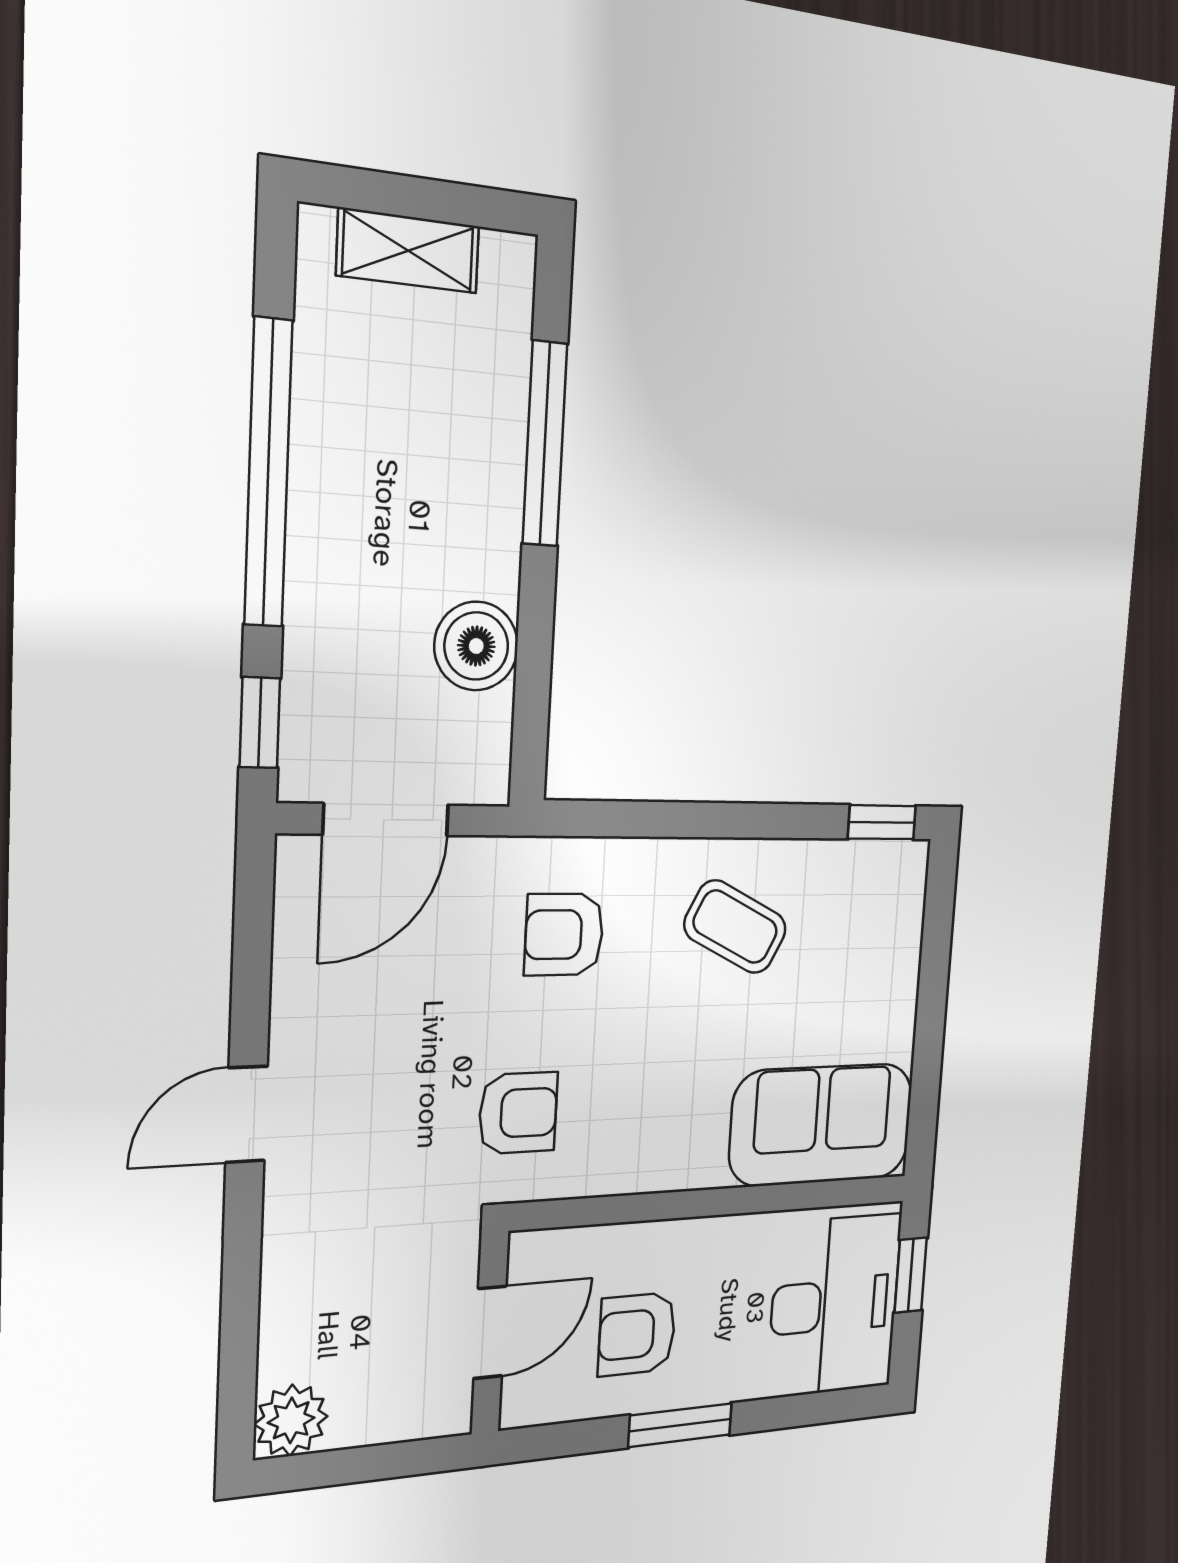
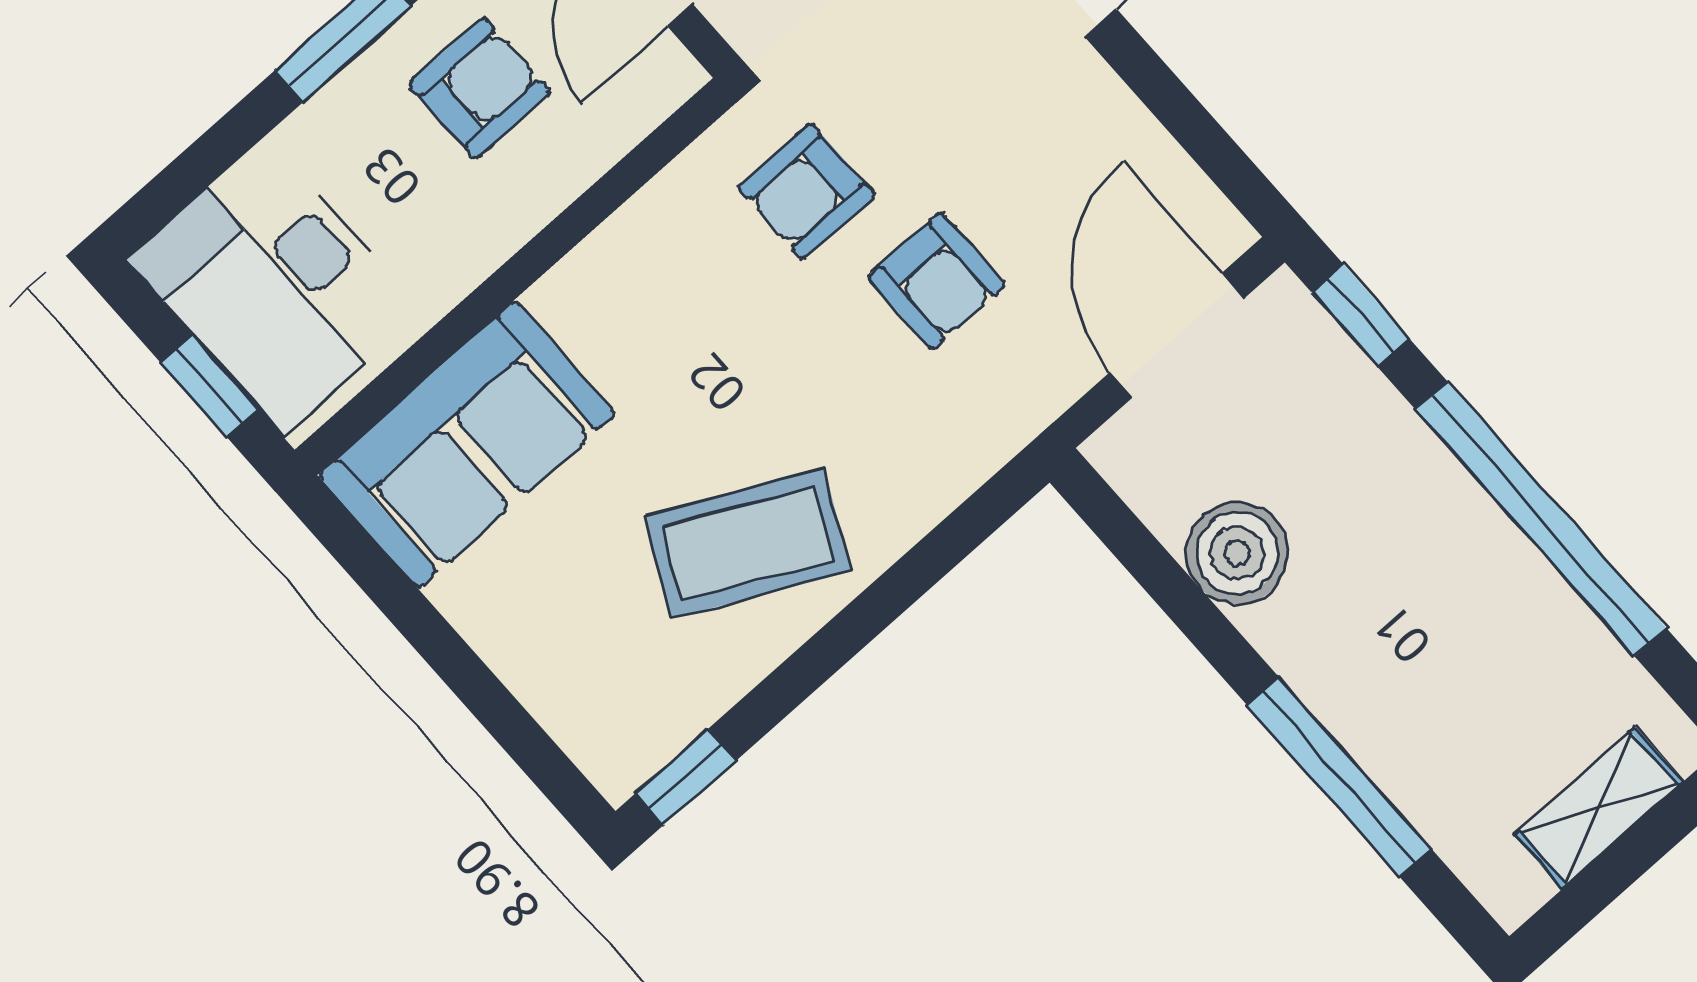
coffee table: (735, 927) -> (748, 544), width x1.36, depth x1.30
armchair: (564, 934) -> (936, 281), moved, turned 90

